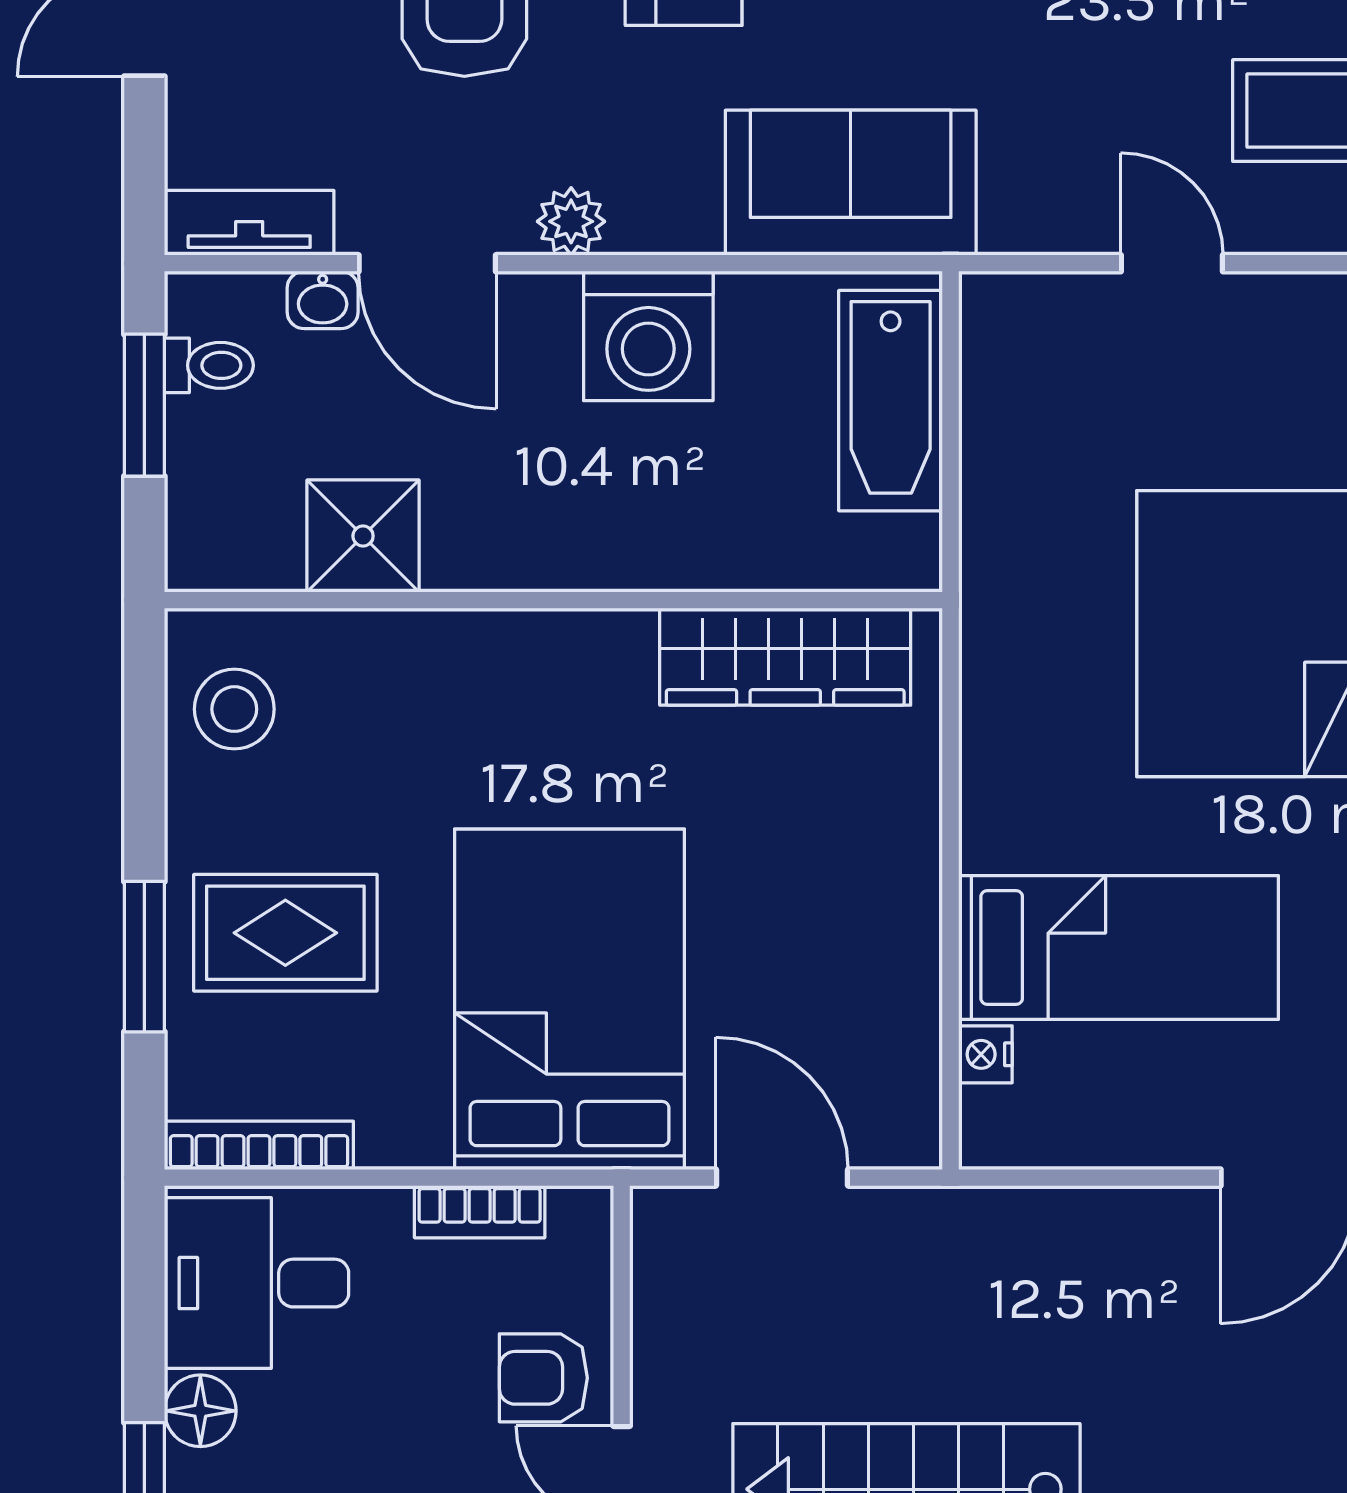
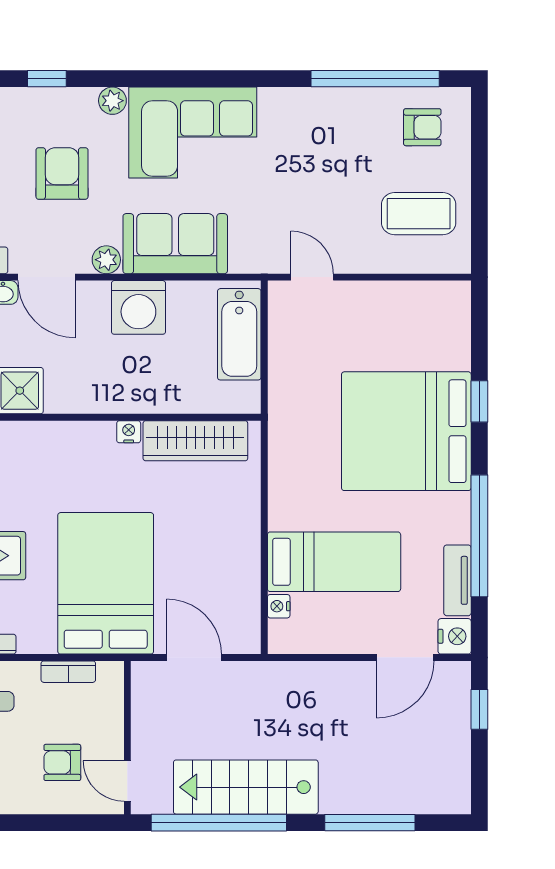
sofa: (851, 183) -> (175, 244), moved
door: (1172, 263) -> (312, 277), moved
nightstand: (625, 635) -> (129, 432), added
armchair: (543, 1378) -> (62, 762), moved

